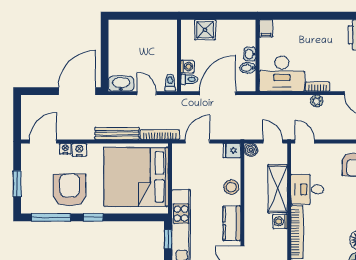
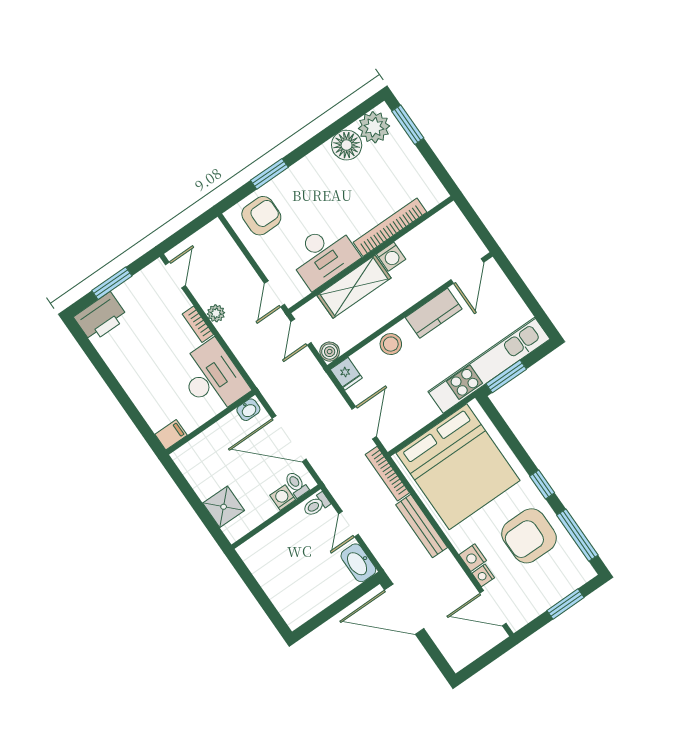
washbasin: (250, 54) -> (248, 410), moved
bidet: (248, 68) -> (234, 424), removed
door: (197, 141) -> (364, 423), swing flipped
desk: (307, 189) -> (323, 255), width x1.37
window: (168, 239) -> (506, 376), width x1.50

